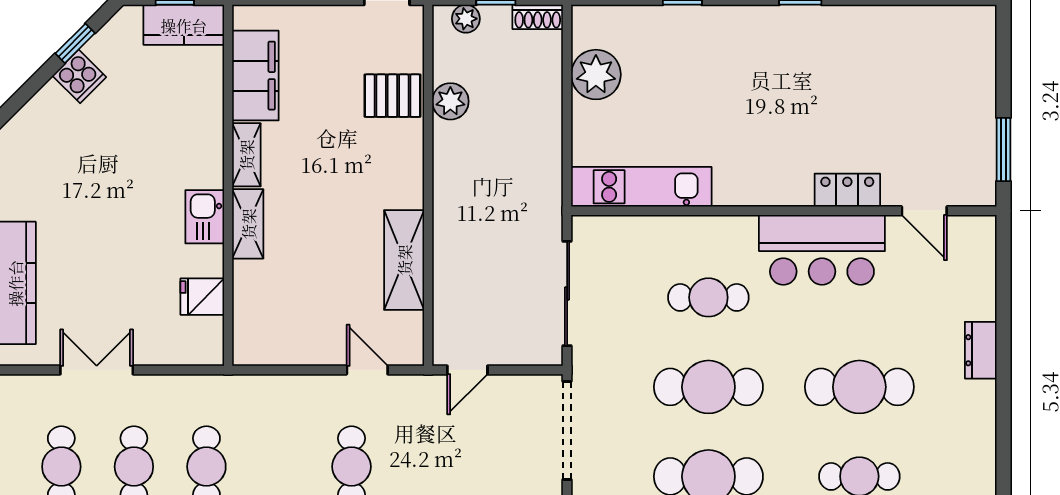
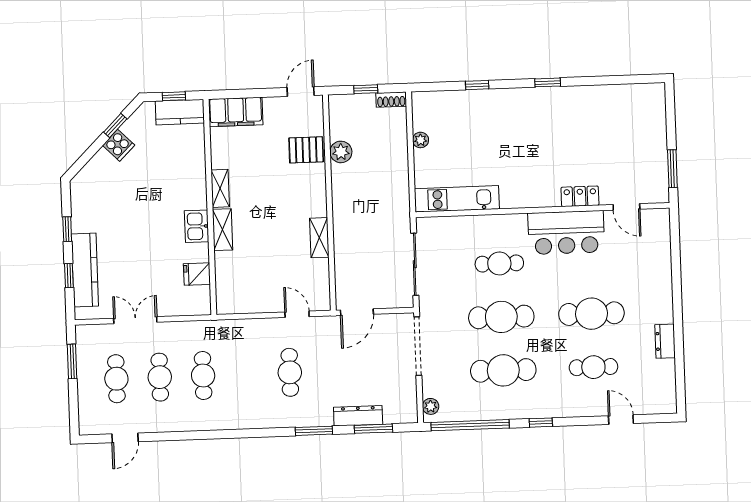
plant: (466, 19) -> (348, 102), removed
plant: (596, 75) -> (421, 140), width x0.53, depth x0.53
filing cabinet: (255, 76) -> (236, 112), moved, turned 90
shelving: (404, 260) -> (319, 238), width x0.67, depth x0.75
dresser: (981, 350) -> (665, 341), moved
door: (467, 370) -> (357, 312), width x1.37

